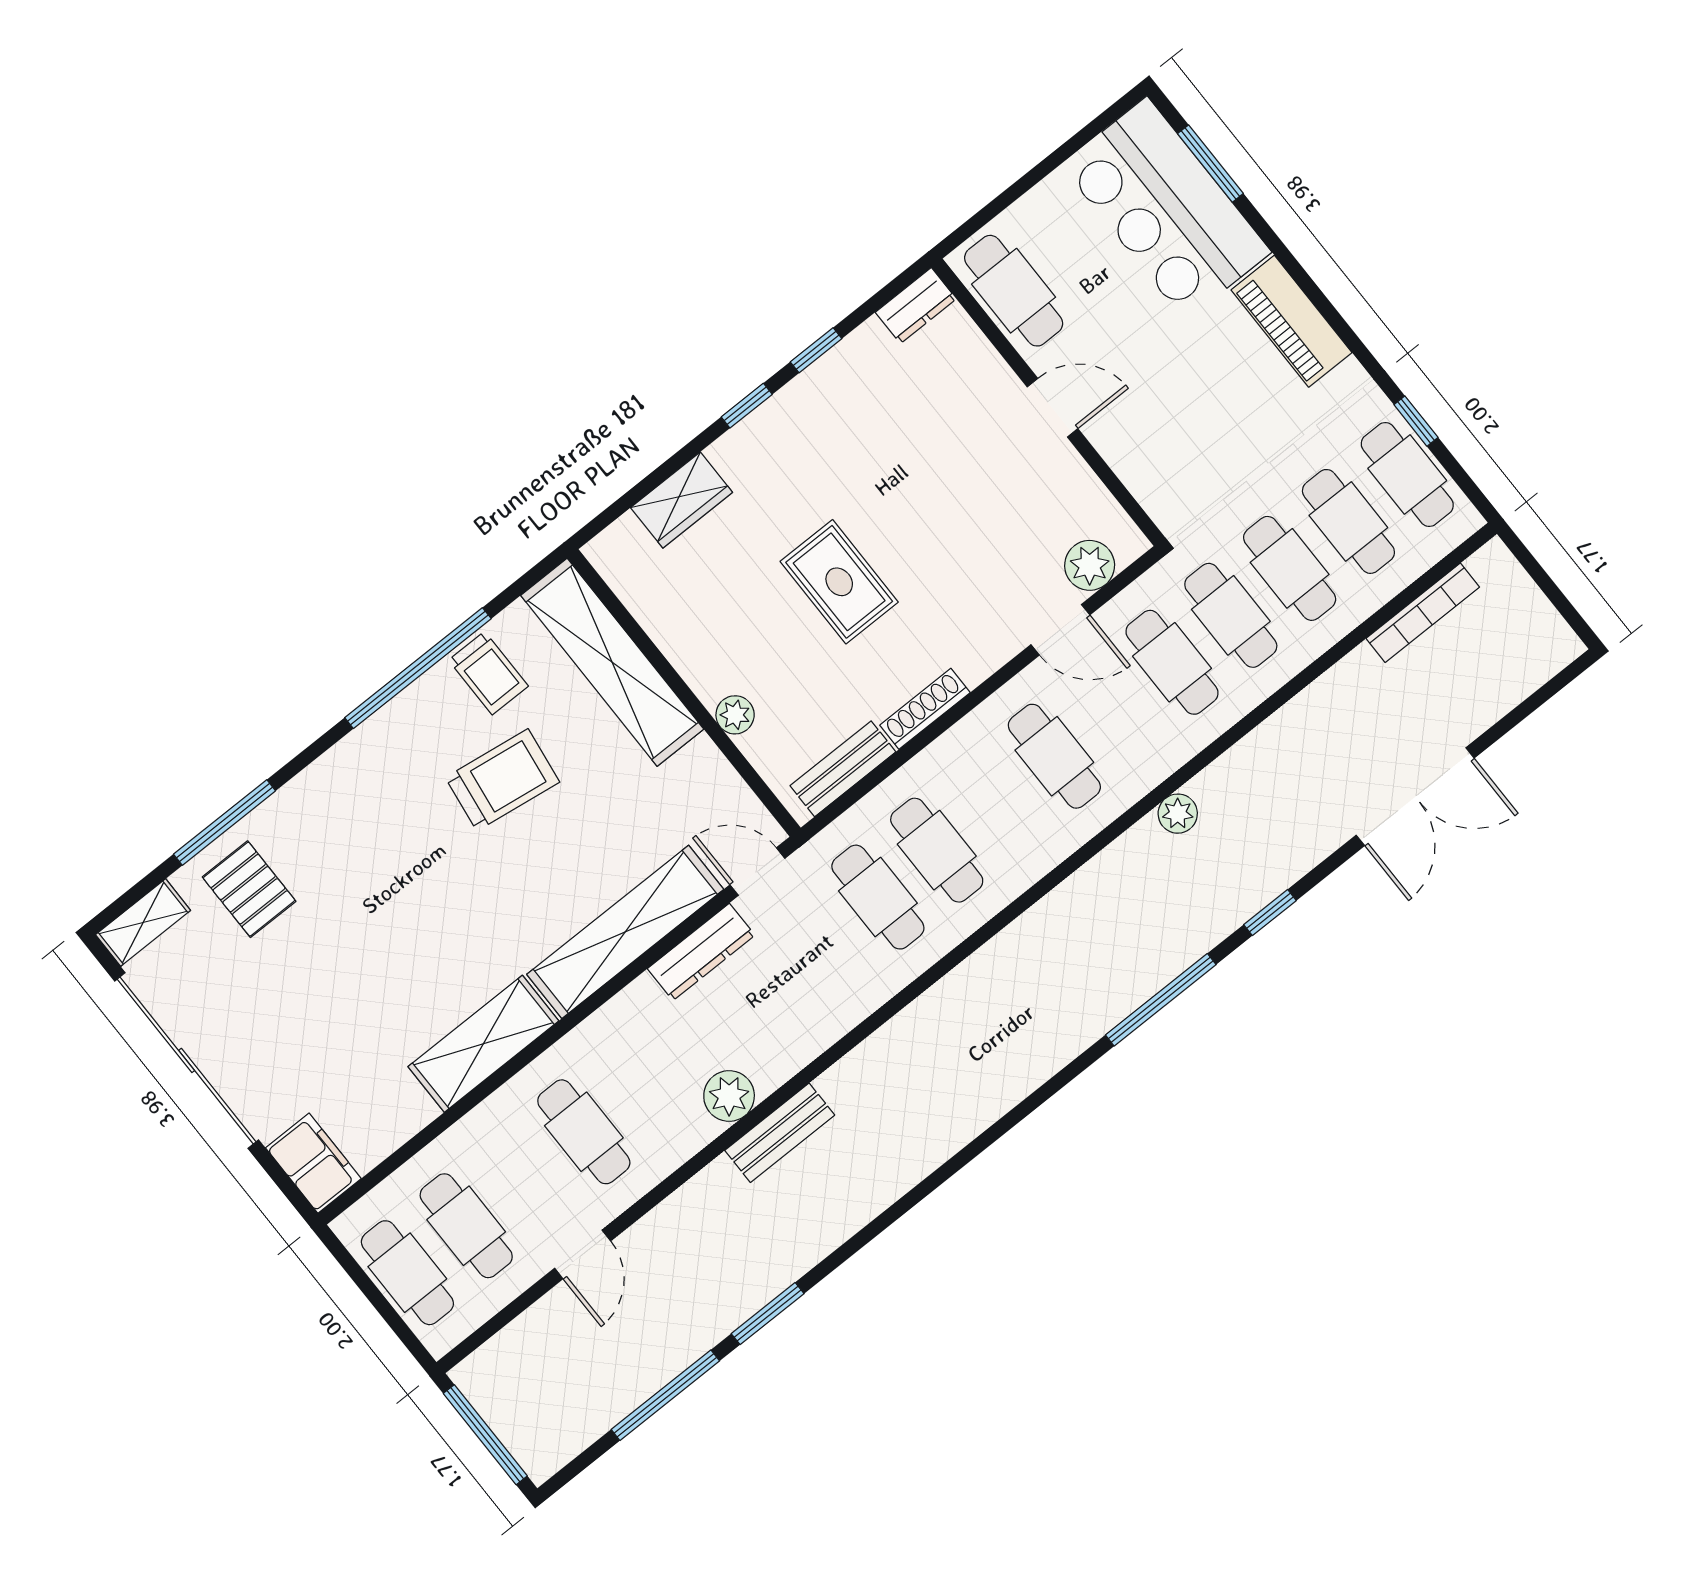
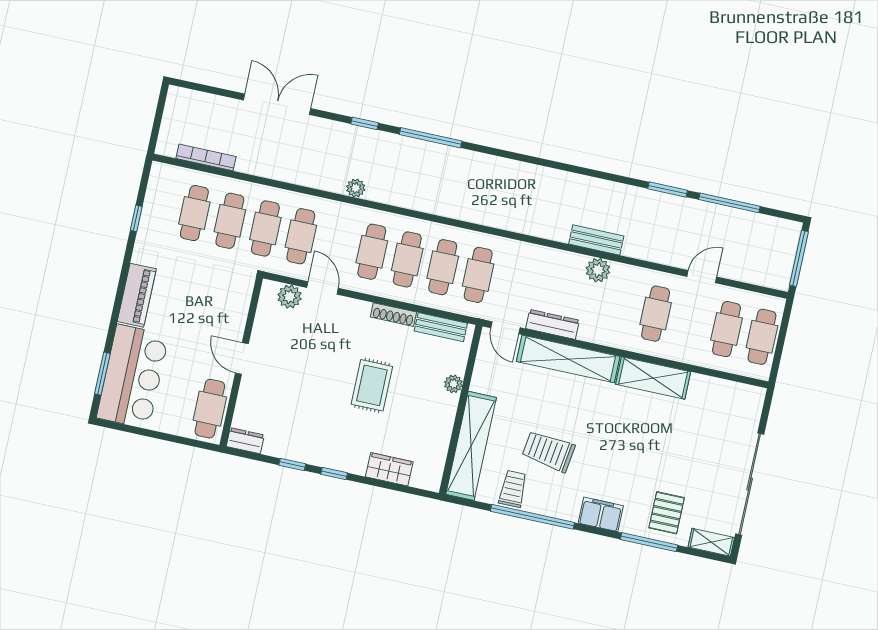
cafe table: (1407, 474) -> (407, 259), moved
filing cabinet: (313, 1163) -> (601, 514), moved, turned 90

